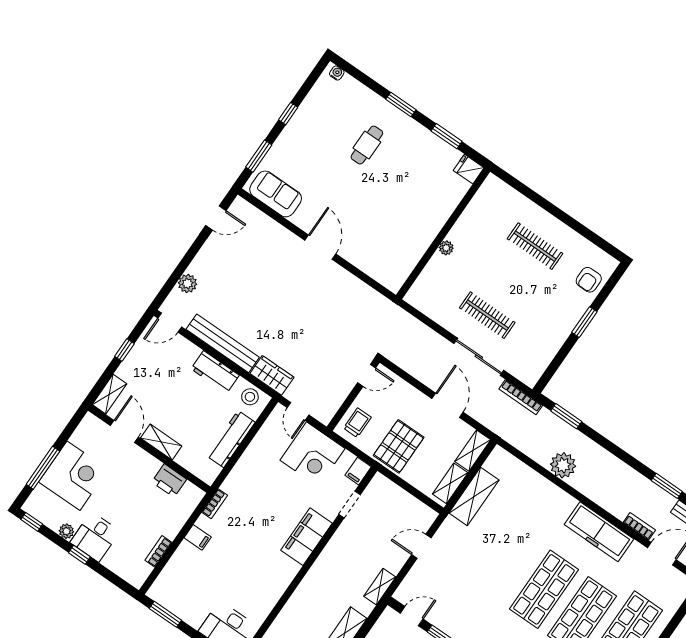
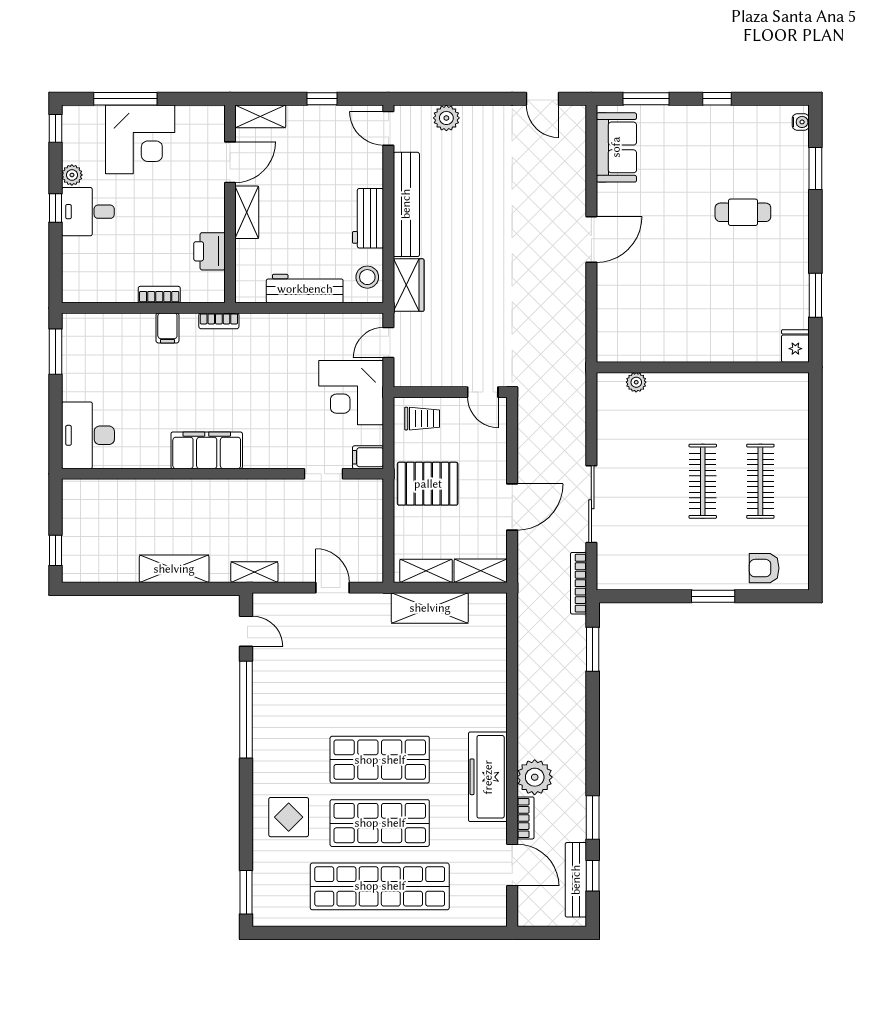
window: (401, 104) -> (815, 168), moved
plant: (446, 248) -> (636, 382), moved
clothes rail: (487, 315) -> (703, 481), moved
plant: (563, 465) -> (535, 777), moved
filing cabinet: (307, 537) -> (207, 450), moved
bookcase: (158, 551) -> (159, 295), moved

